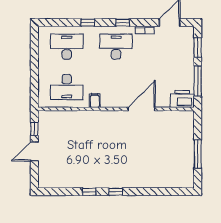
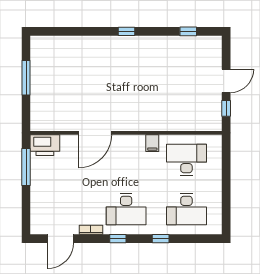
window: (198, 48) -> (26, 208), removed
window: (89, 192) -> (188, 31), moved

